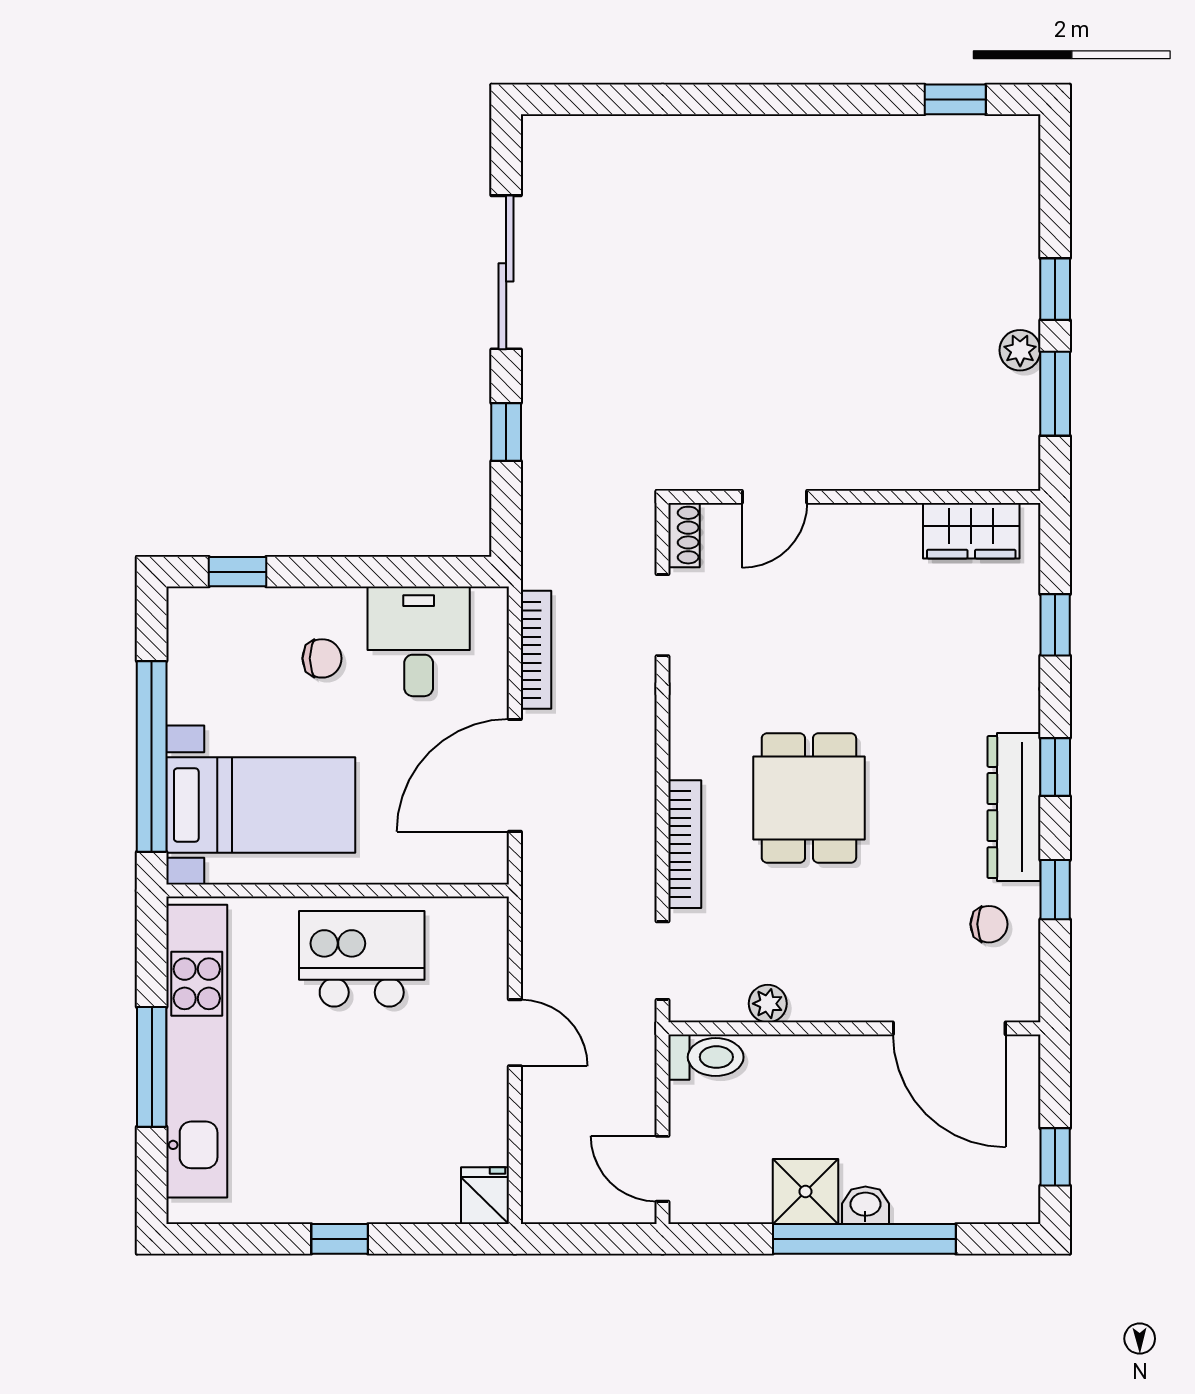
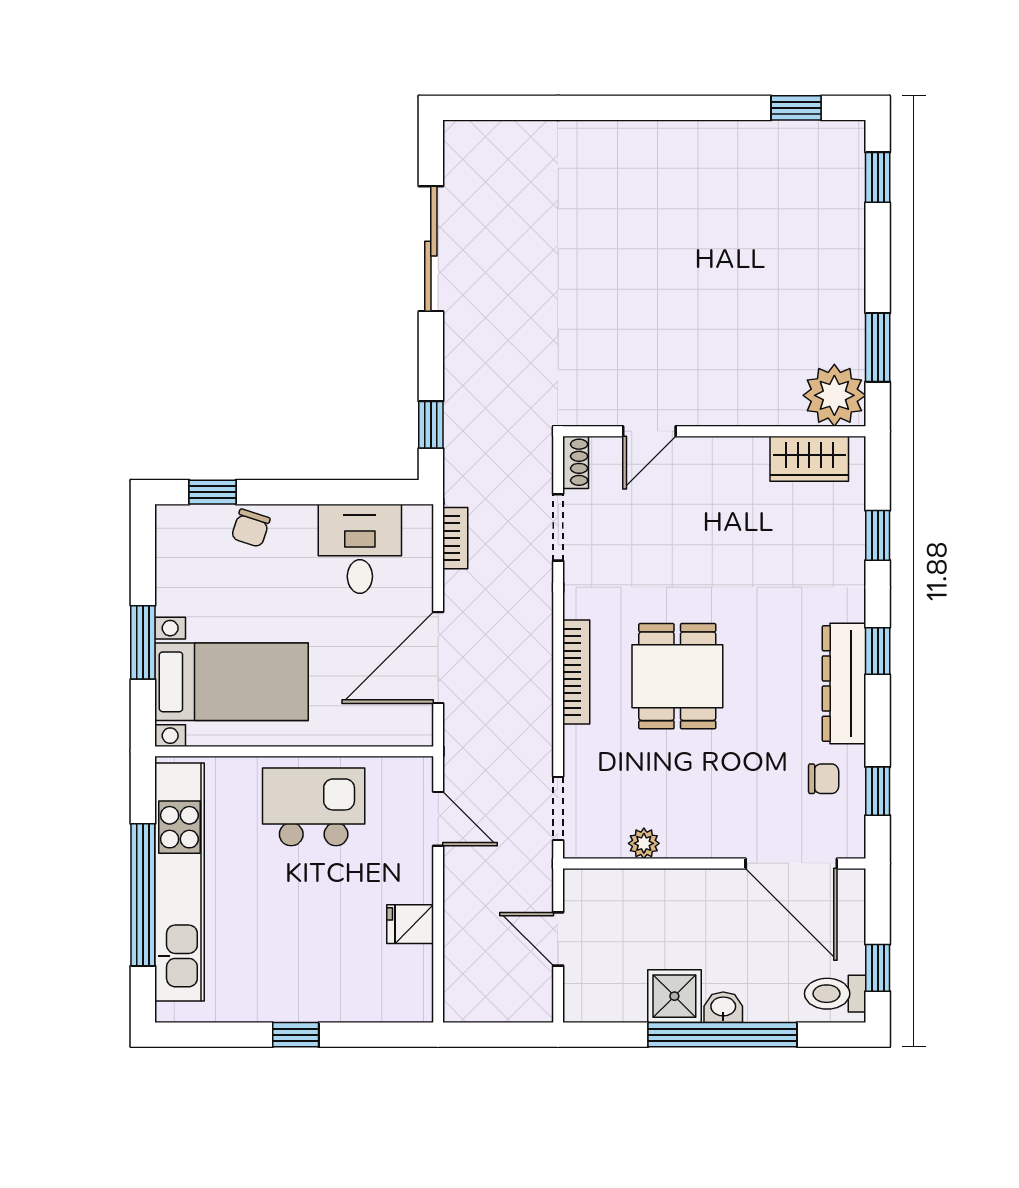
window: (1055, 289) -> (878, 177), moved
plant: (1020, 350) -> (834, 395), moved, width x1.88, depth x1.88
window: (506, 432) -> (431, 425), moved
bookcase: (536, 650) -> (455, 538), width x0.64
chair: (322, 658) -> (251, 528), moved, turned 108
window: (152, 757) -> (143, 642), width x0.47
bookcase: (685, 844) -> (576, 672), moved
window: (1055, 890) -> (878, 791), moved
door: (515, 1033) -> (438, 819), moved
toilet: (706, 1057) -> (835, 994), moved, turned 180
window: (152, 1067) -> (143, 895), width x1.46
door: (663, 1169) -> (558, 939), moved
fridge: (485, 1196) -> (410, 924), moved, turned -90

